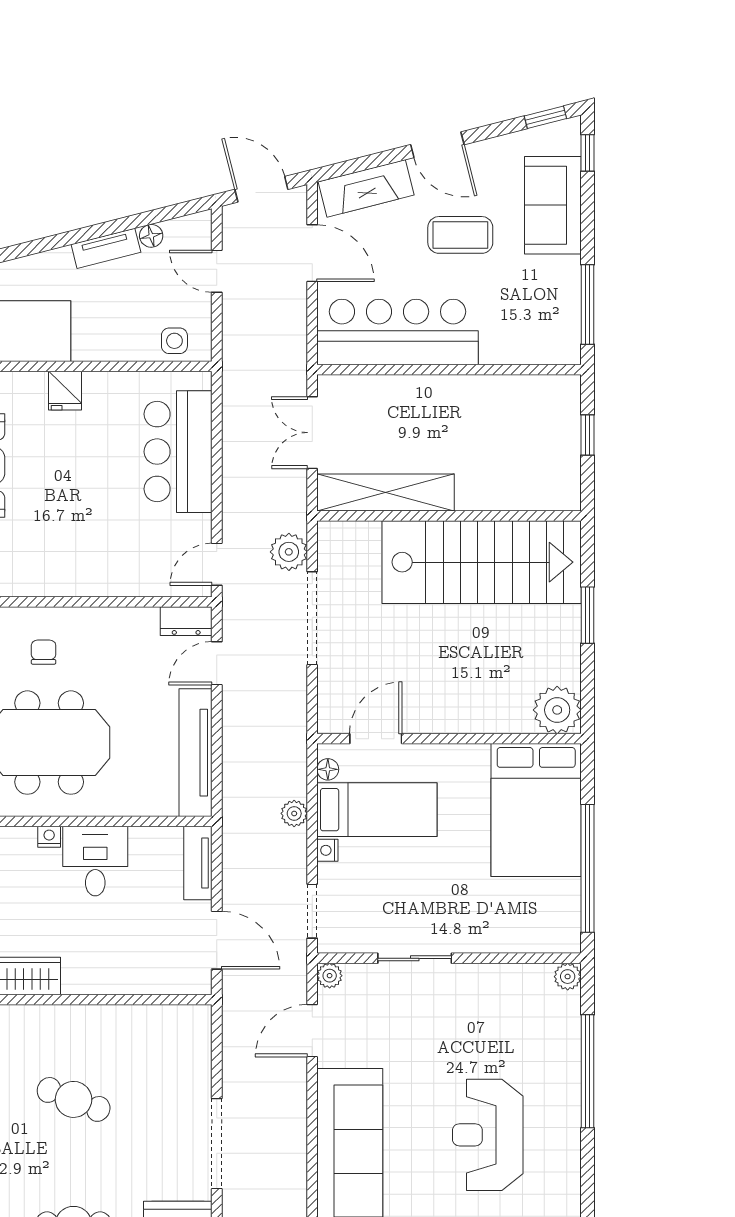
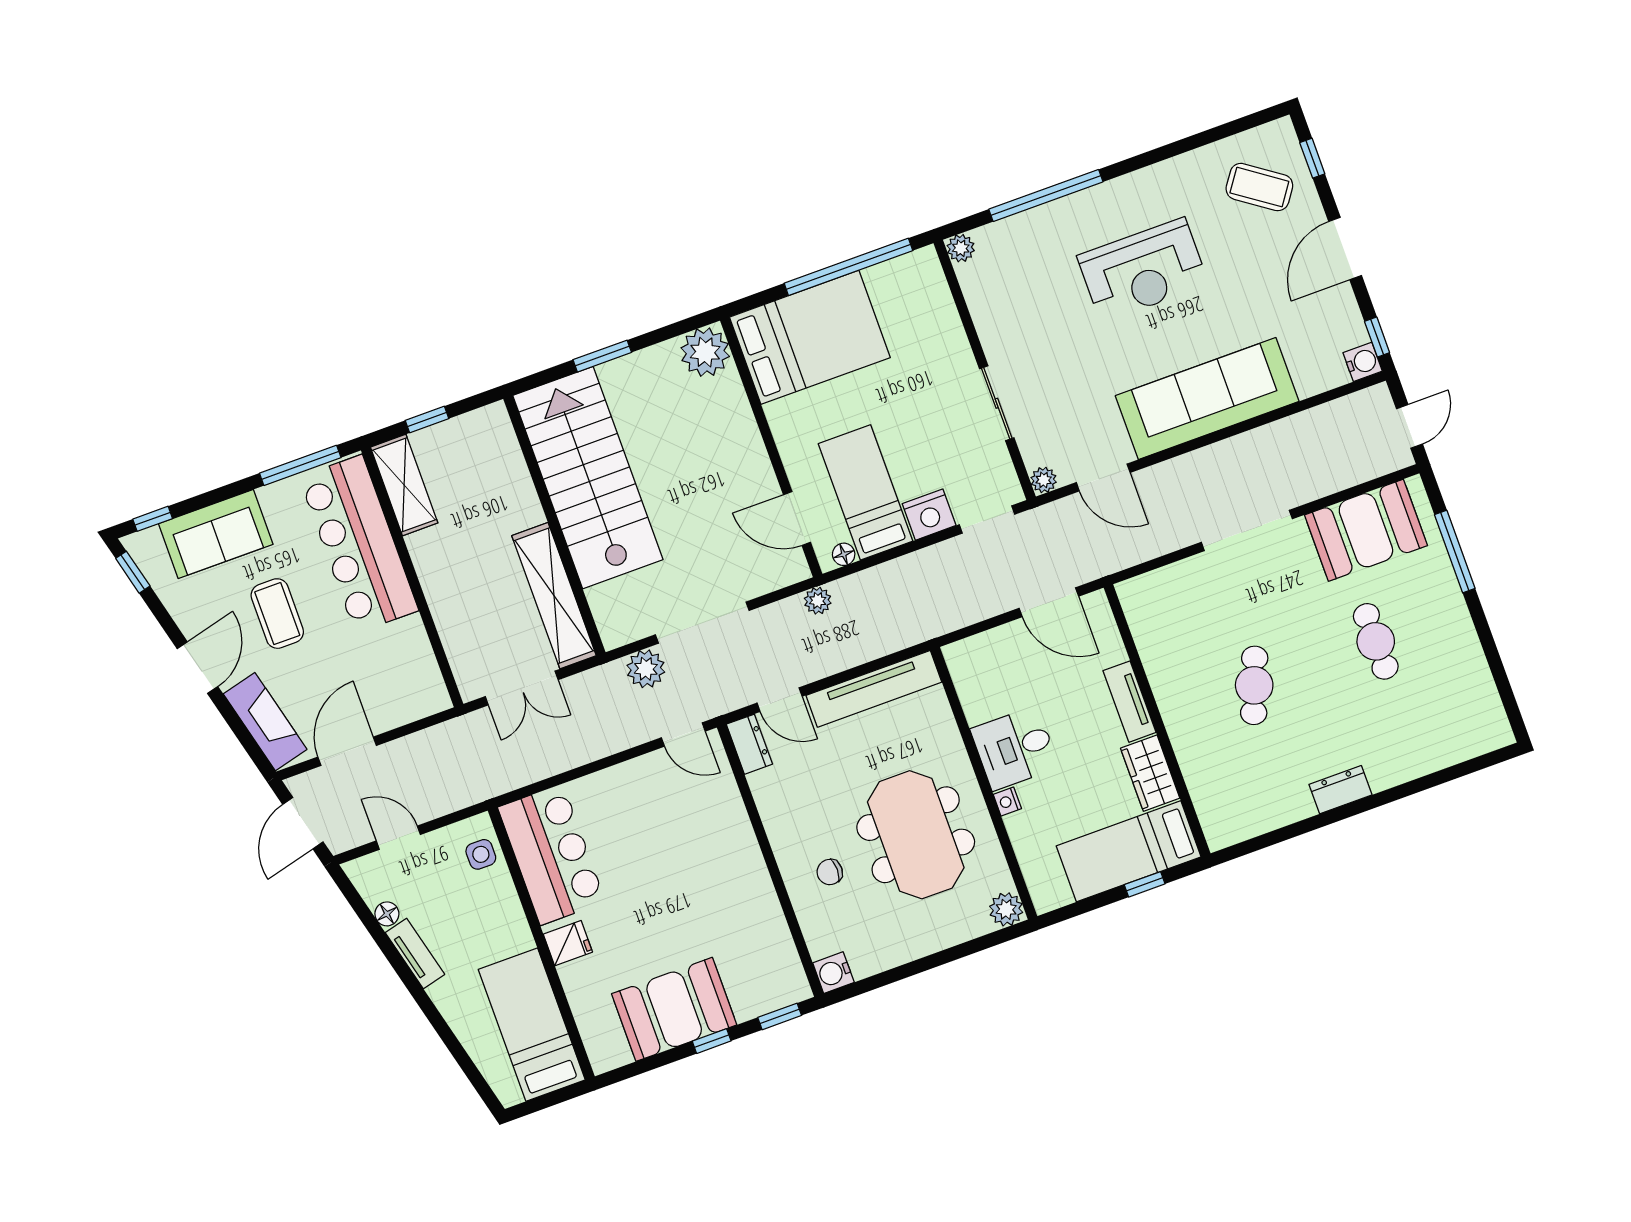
door: (217, 271) -> (398, 838), swing flipped
bar counter: (398, 332) -> (359, 544), moved
shelving: (535, 393) -> (404, 485), added
bar counter: (178, 452) -> (552, 855), moved, turned -90
plant: (294, 813) -> (818, 601), moved
nightstand: (327, 850) -> (929, 515), width x1.89, depth x1.79
tv unit: (198, 863) -> (1130, 702), moved, turned 90
door: (217, 940) -> (1049, 602), swing flipped

